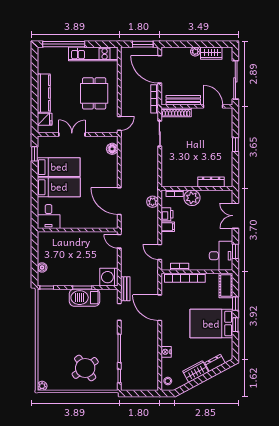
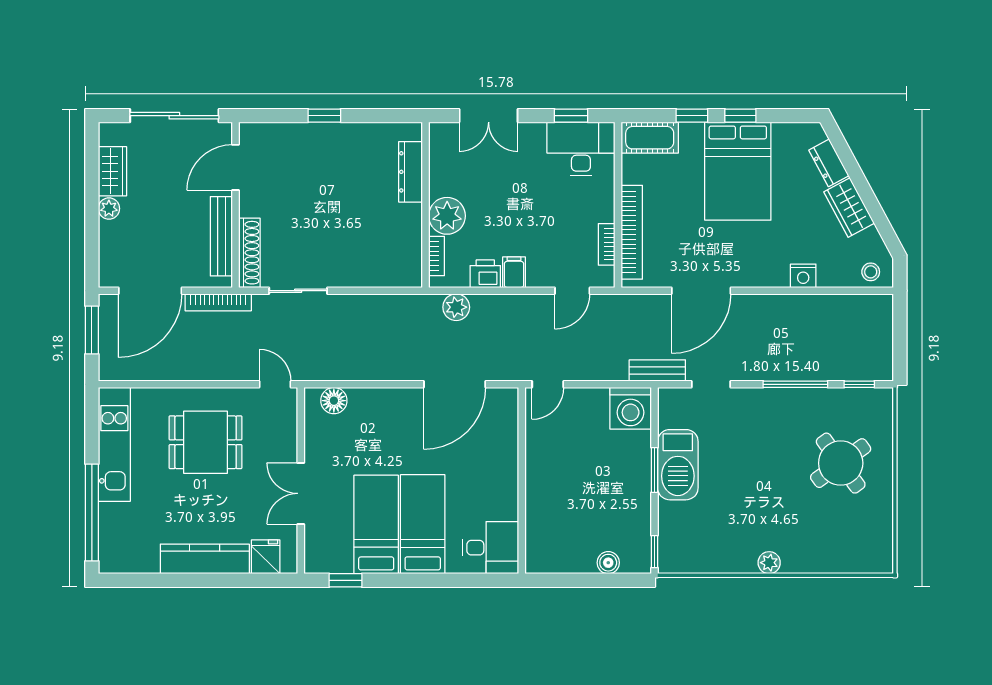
plant: (42, 386) -> (769, 563), moved

